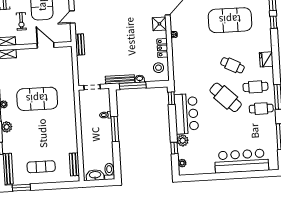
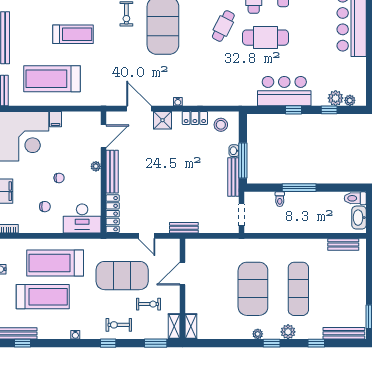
cafe table: (226, 97) -> (266, 38), turned 46
window: (171, 98) -> (293, 110), moved
plant: (183, 141) -> (336, 98), moved
exercise mat: (41, 167) -> (298, 289), moved, width x1.36, depth x1.45

